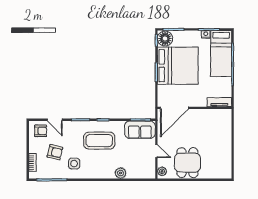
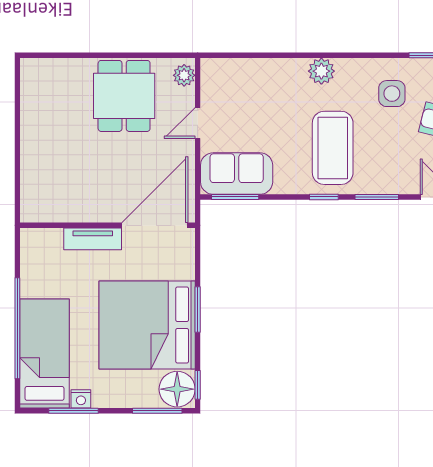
tv unit: (219, 102) -> (93, 239), moved
coffee table: (99, 141) -> (333, 148), turned 90
door: (156, 151) -> (198, 123), hinge flipped
plant: (121, 173) -> (321, 71), moved

